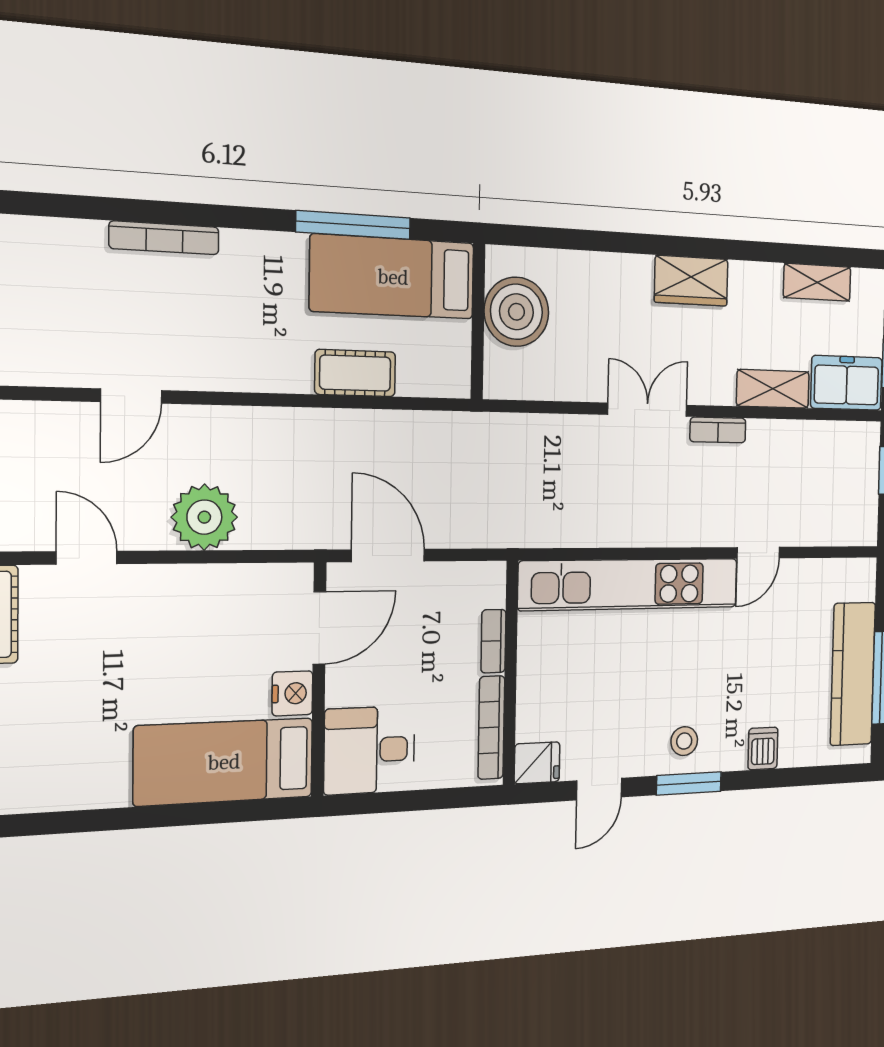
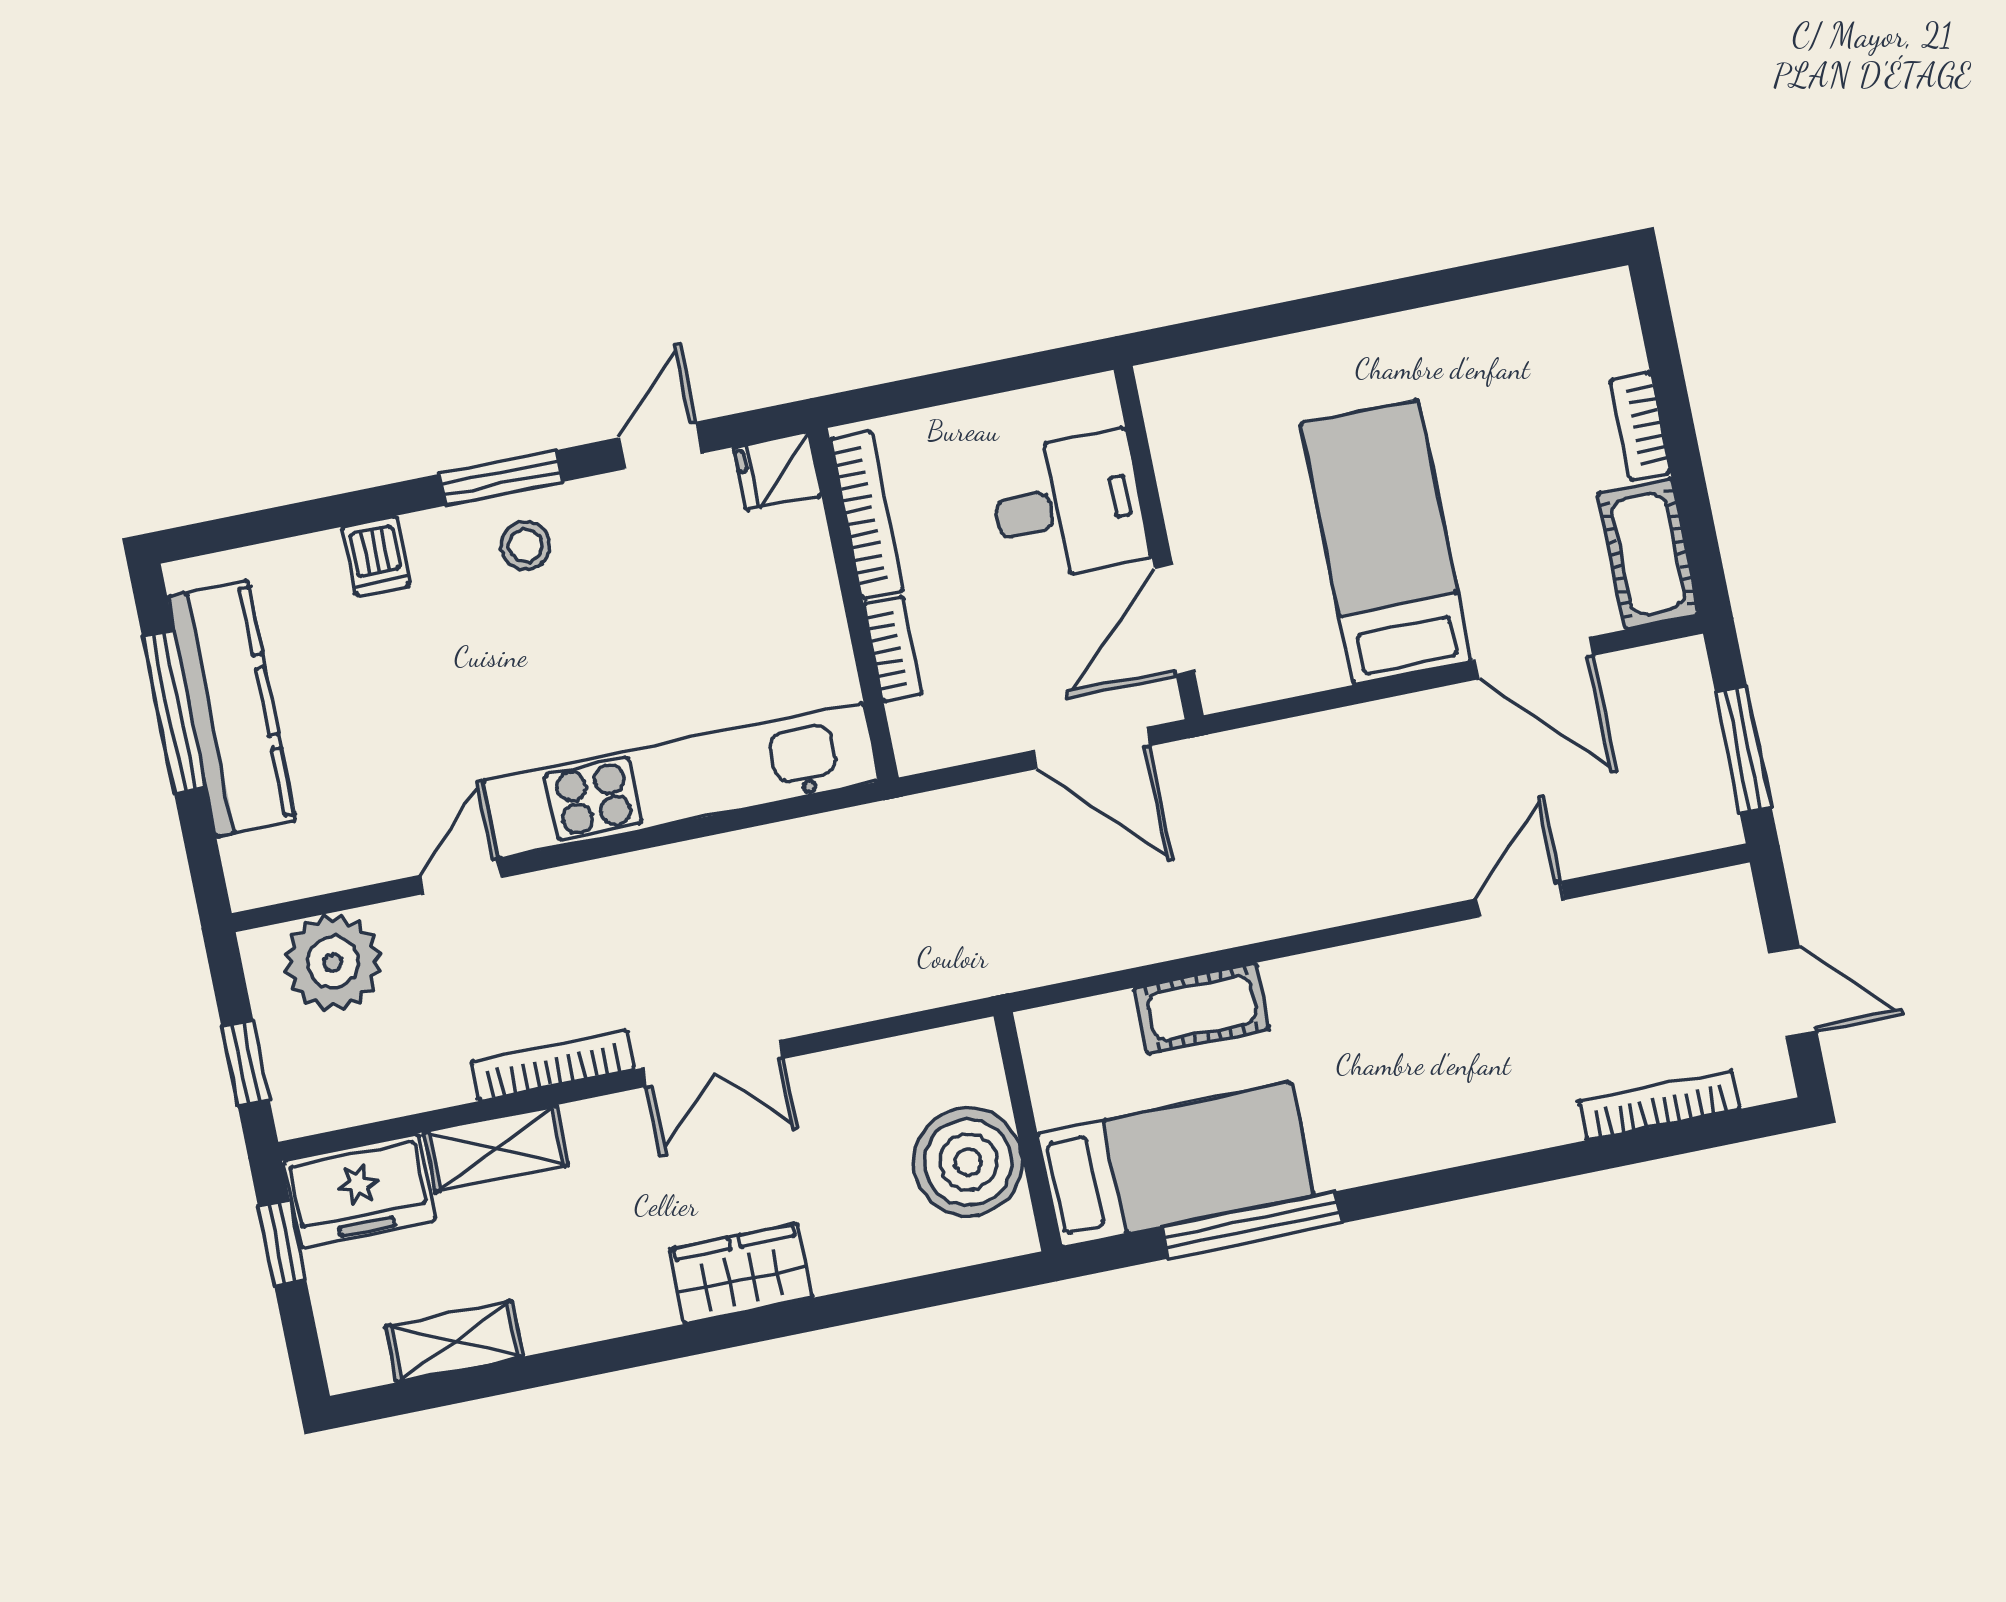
bookcase: (164, 238) -> (1659, 1105), moved
wardrobe: (691, 281) -> (741, 1273), moved
bookcase: (718, 430) -> (553, 1065), width x1.56
plant: (204, 517) -> (333, 962), moved
door: (87, 558) -> (1534, 658), width x1.38
nightstand: (292, 693) -> (1195, 515), removed
desk: (370, 750) -> (1068, 506), moved
bed: (224, 762) -> (1386, 542), moved, turned -90

